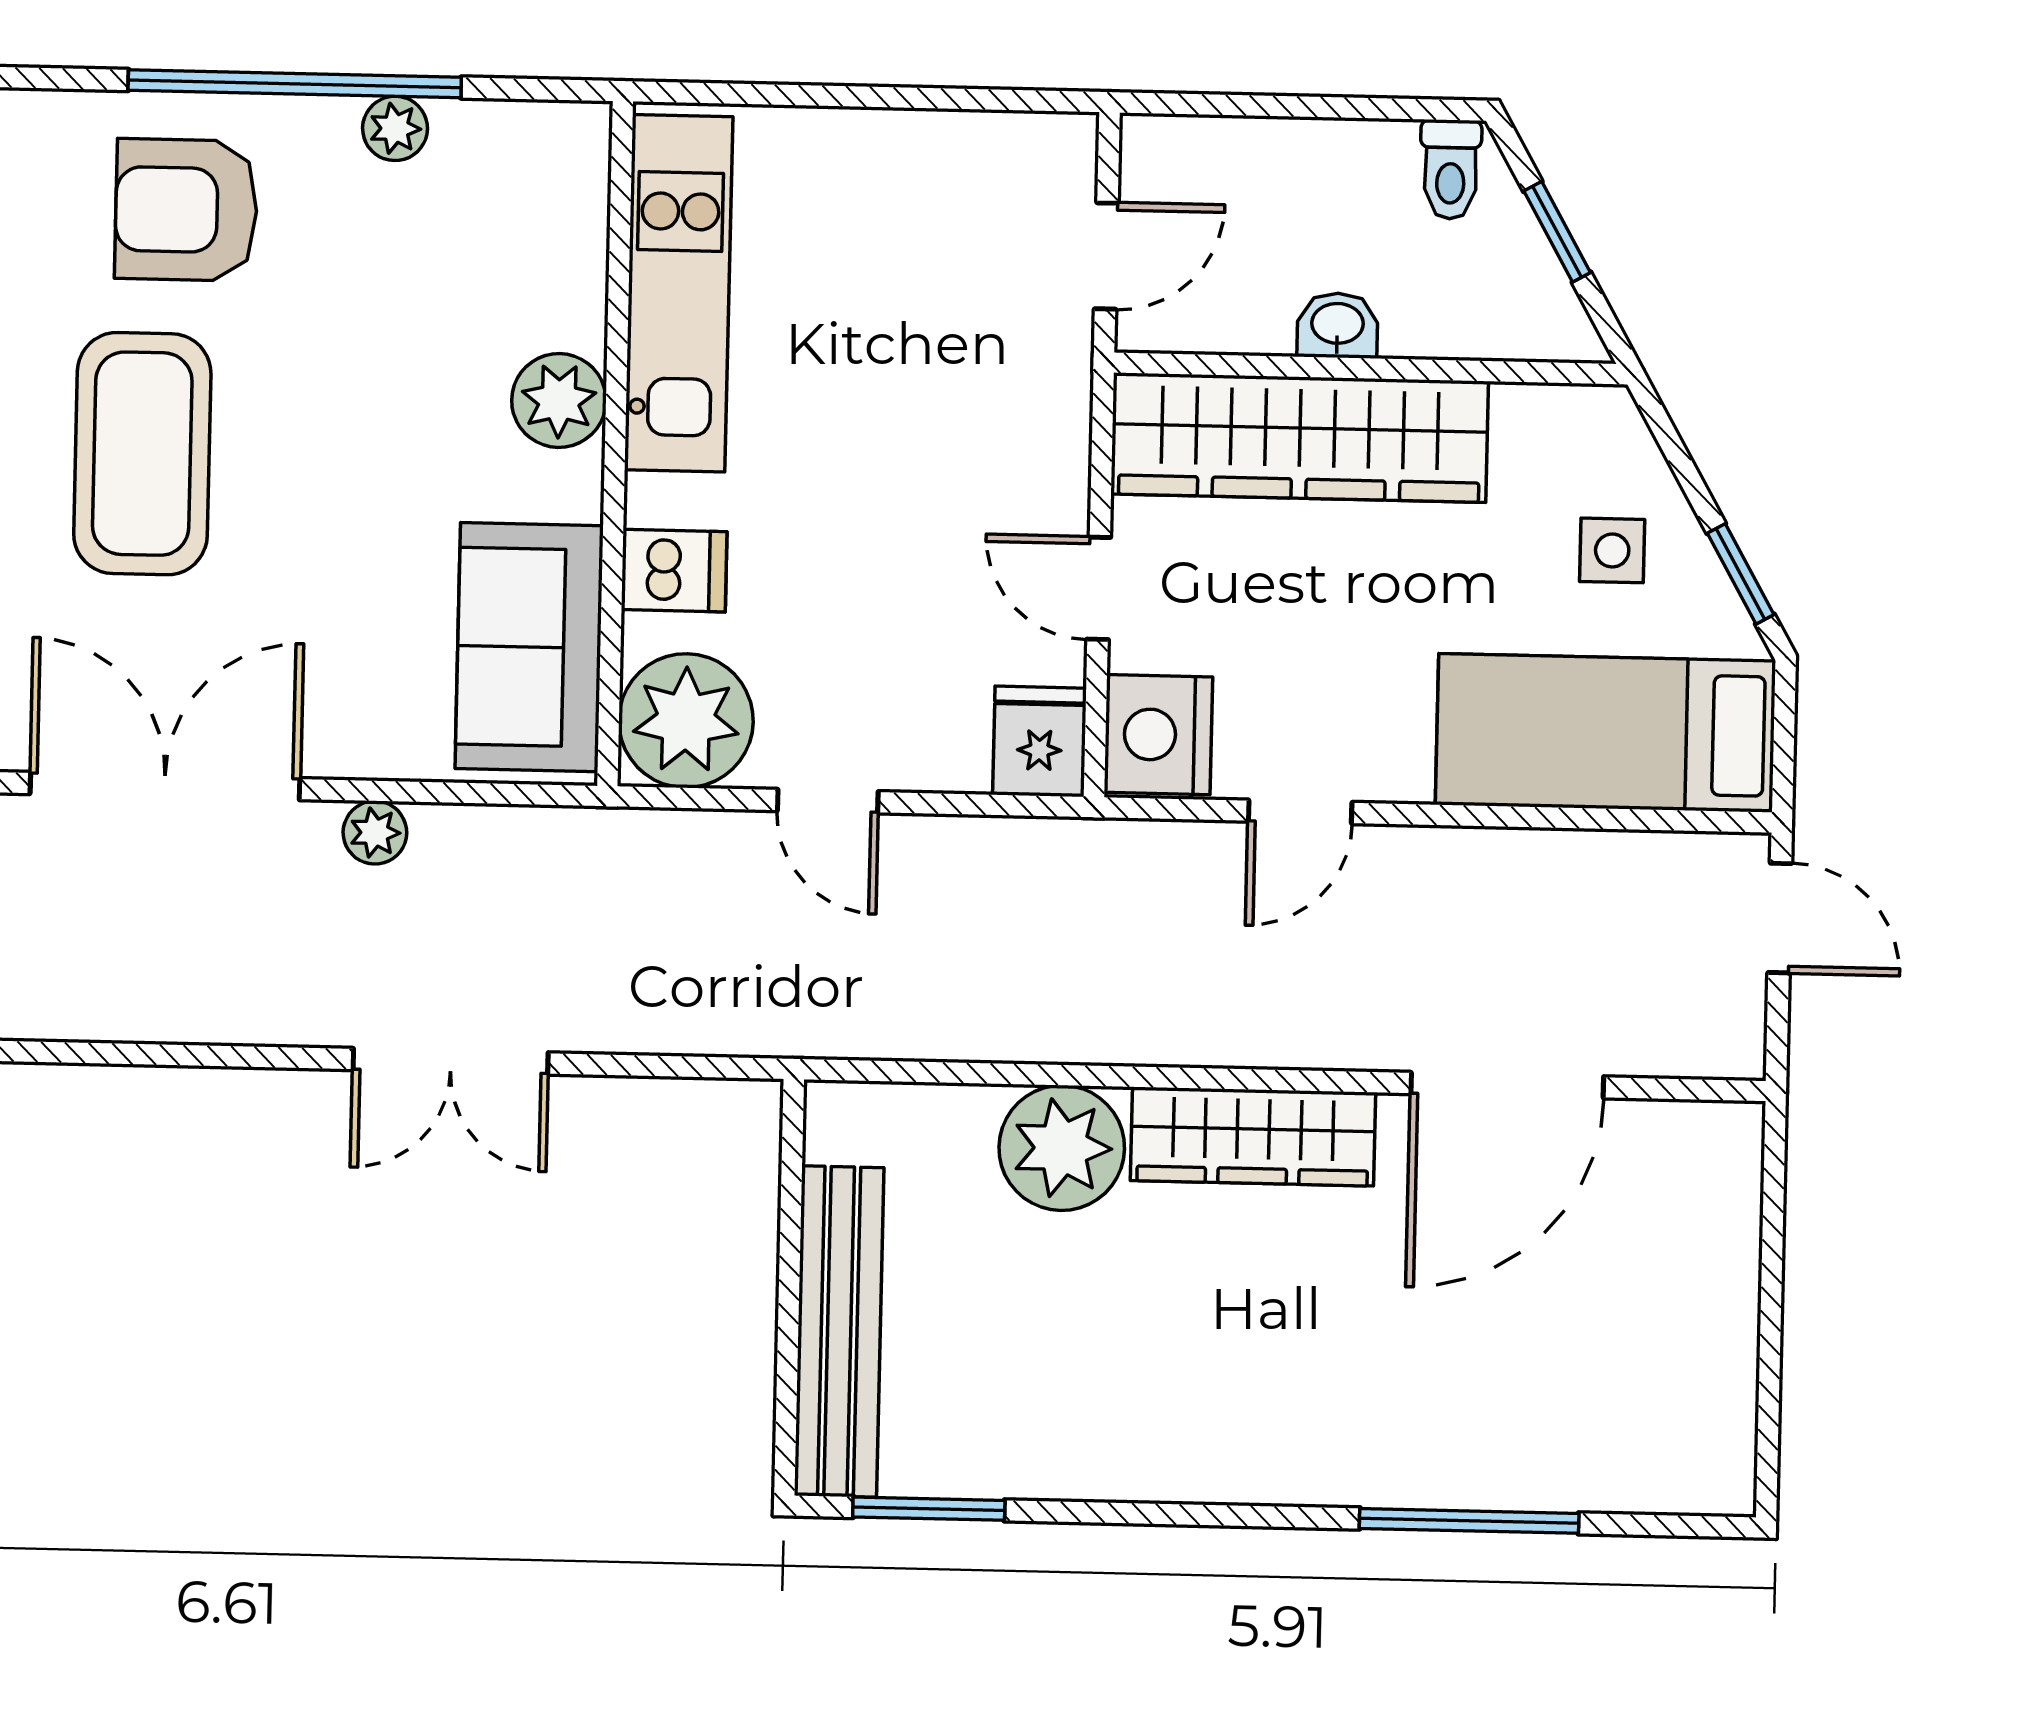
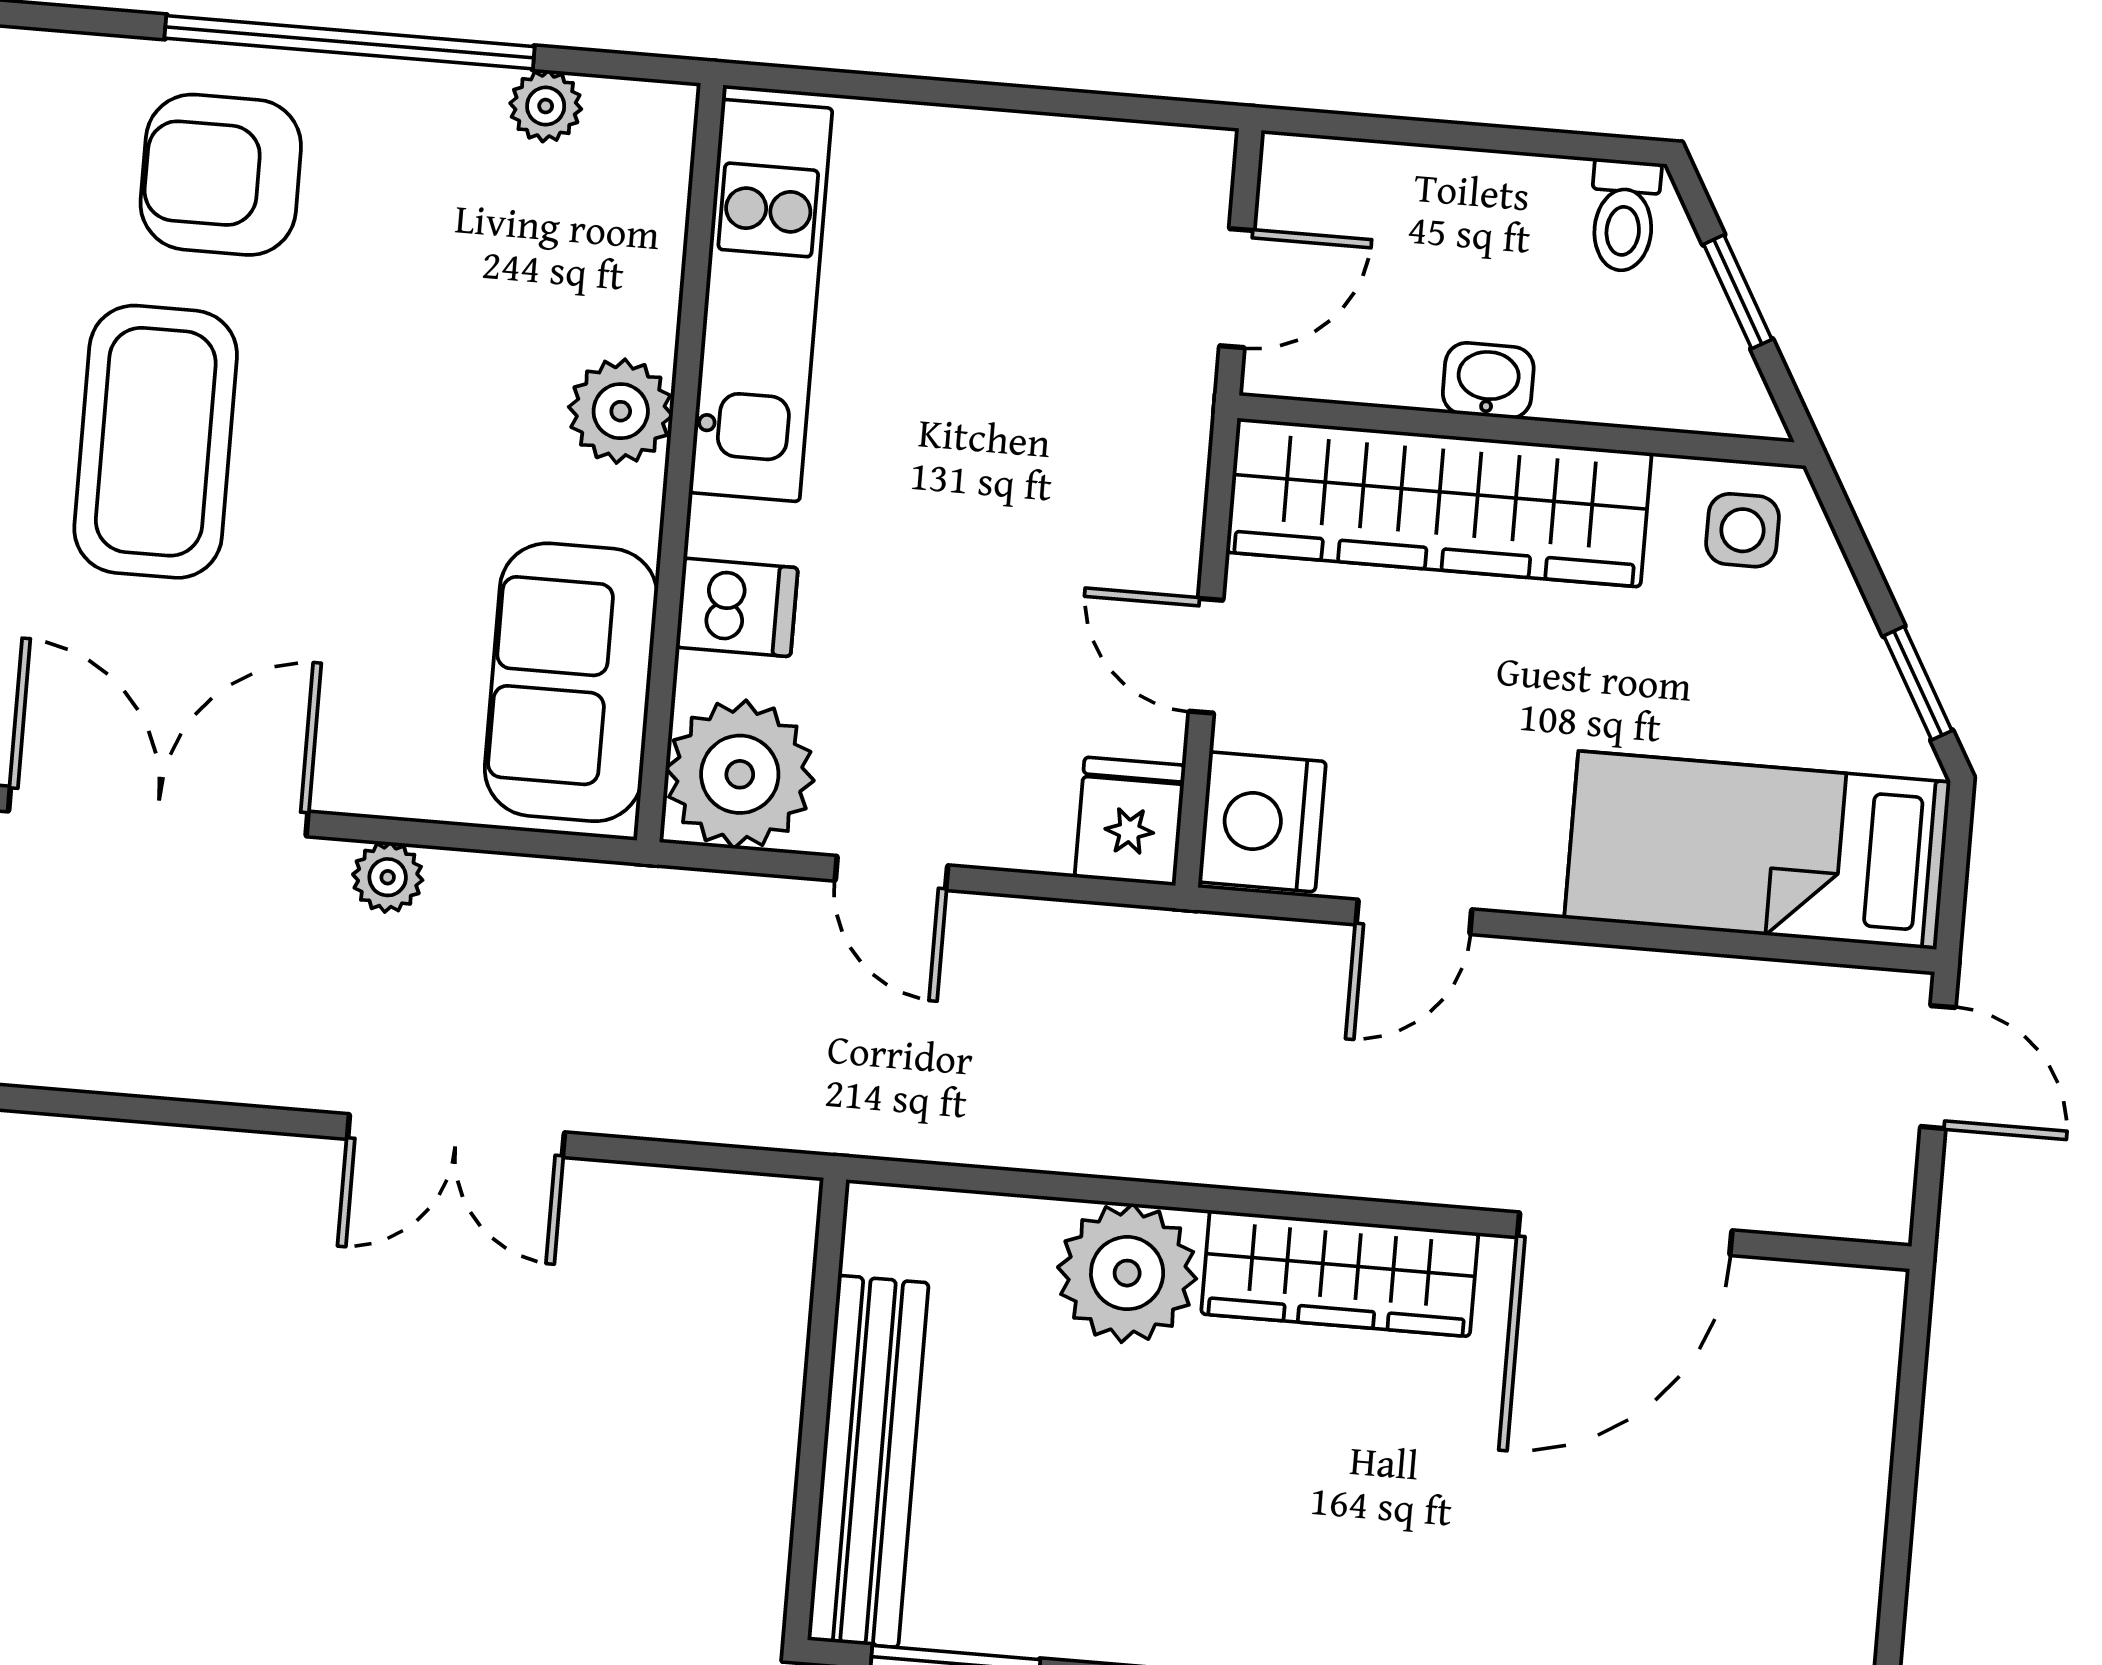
plant: (395, 128) -> (546, 106), moved
side table: (1612, 550) -> (1742, 530), moved

